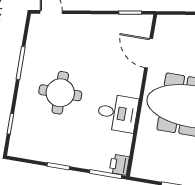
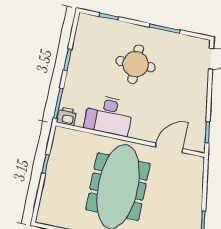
desk: (118, 113) -> (109, 115), width x1.37

